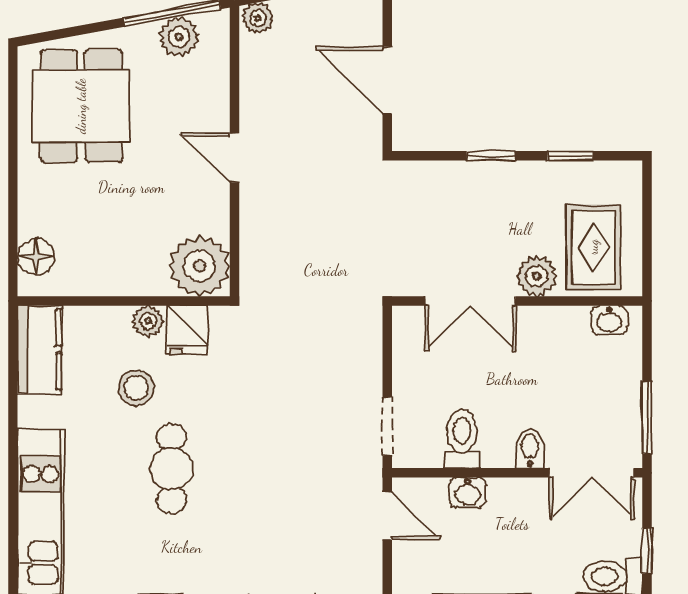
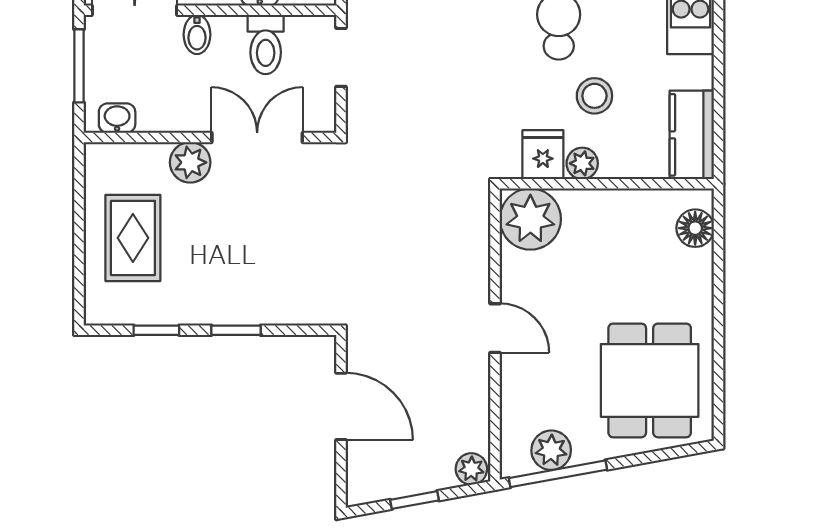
plant: (537, 276) -> (190, 162), moved
double door: (470, 301) -> (257, 137), moved
wall: (517, 301) -> (210, 137), moved
washbasin: (609, 320) -> (117, 118), moved

